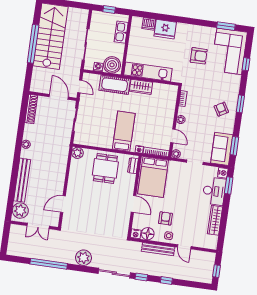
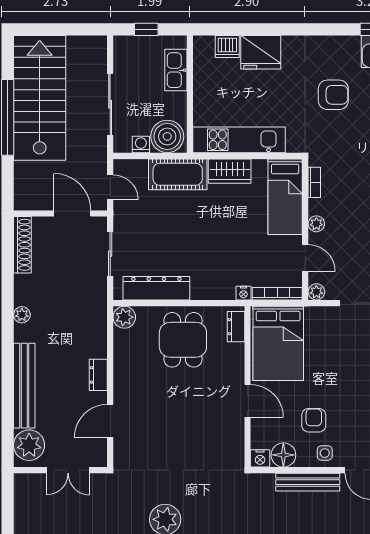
bed: (124, 131) -> (285, 197), moved, turned 180
dresser: (96, 141) -> (156, 288), added
dresser: (60, 180) -> (98, 375), added

